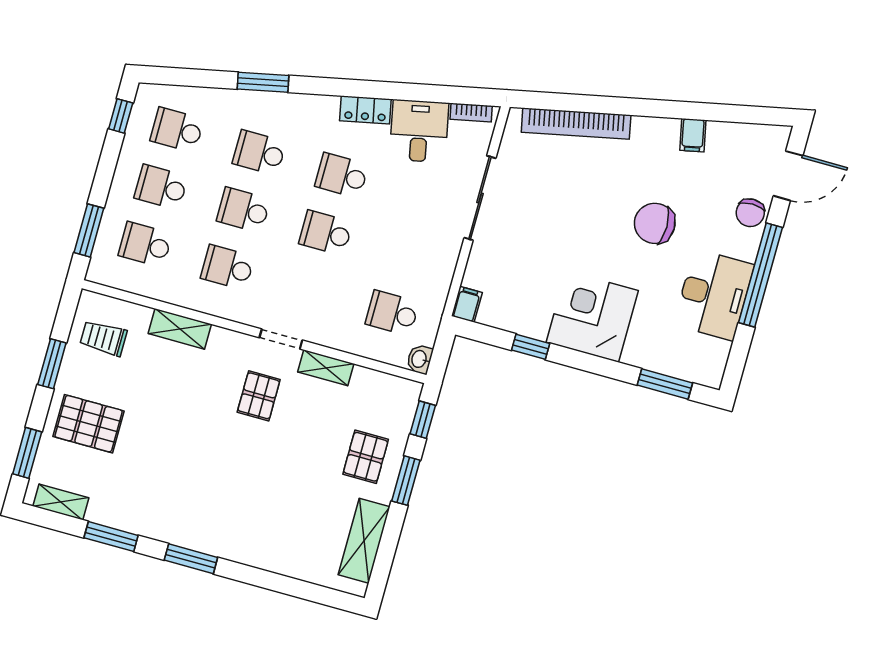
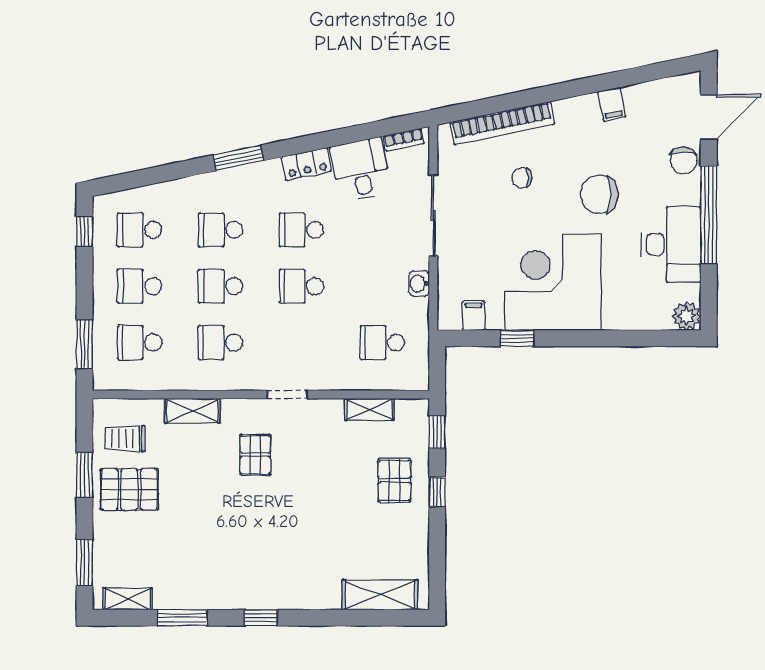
window: (263, 82) -> (238, 158), moved
chair: (581, 185) -> (522, 178), added
filing cabinet: (467, 304) -> (474, 316), moved
corner desk: (592, 316) -> (553, 282), width x1.36, depth x1.36
washbasin: (420, 359) -> (419, 283), moved
shelving: (326, 368) -> (369, 409), moved
plant: (709, 372) -> (687, 316), added
window: (665, 384) -> (649, 338), removed
pallet: (259, 396) -> (255, 455), moved
pallet: (89, 424) -> (129, 489), moved
window: (406, 481) -> (437, 492), width x0.67
shelving: (364, 541) -> (380, 595), moved, turned 90
window: (191, 559) -> (261, 618), width x0.67

